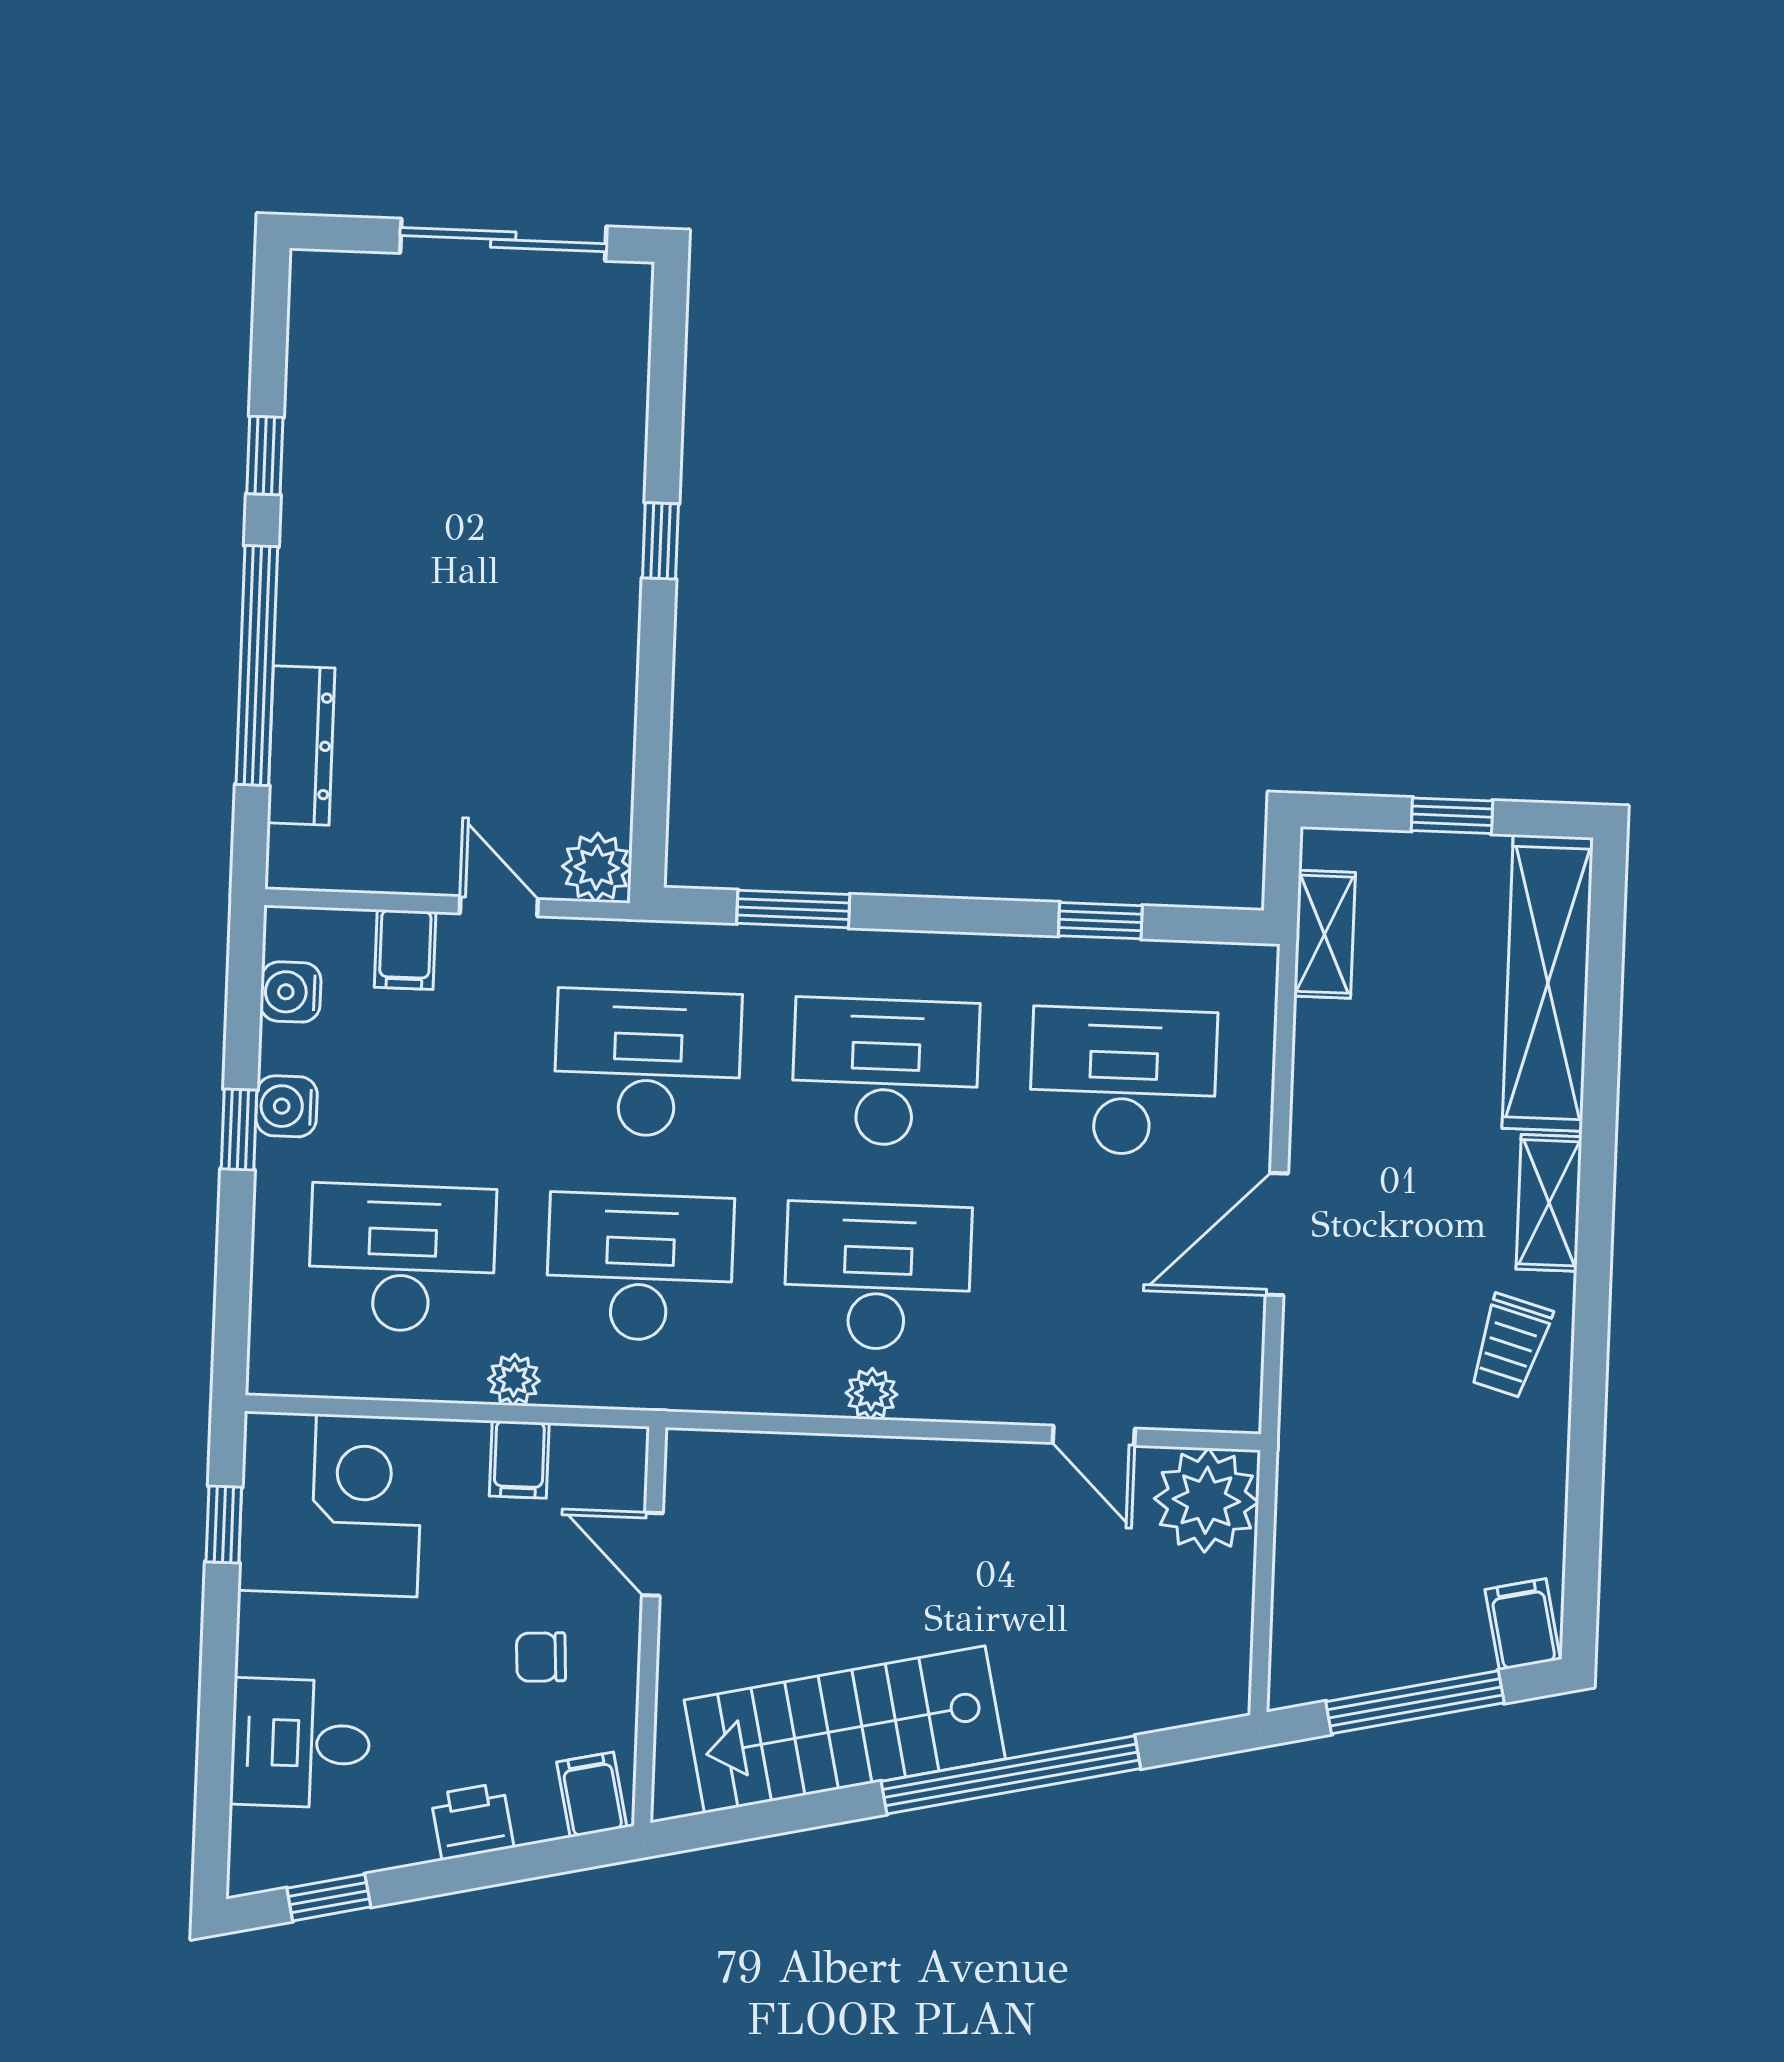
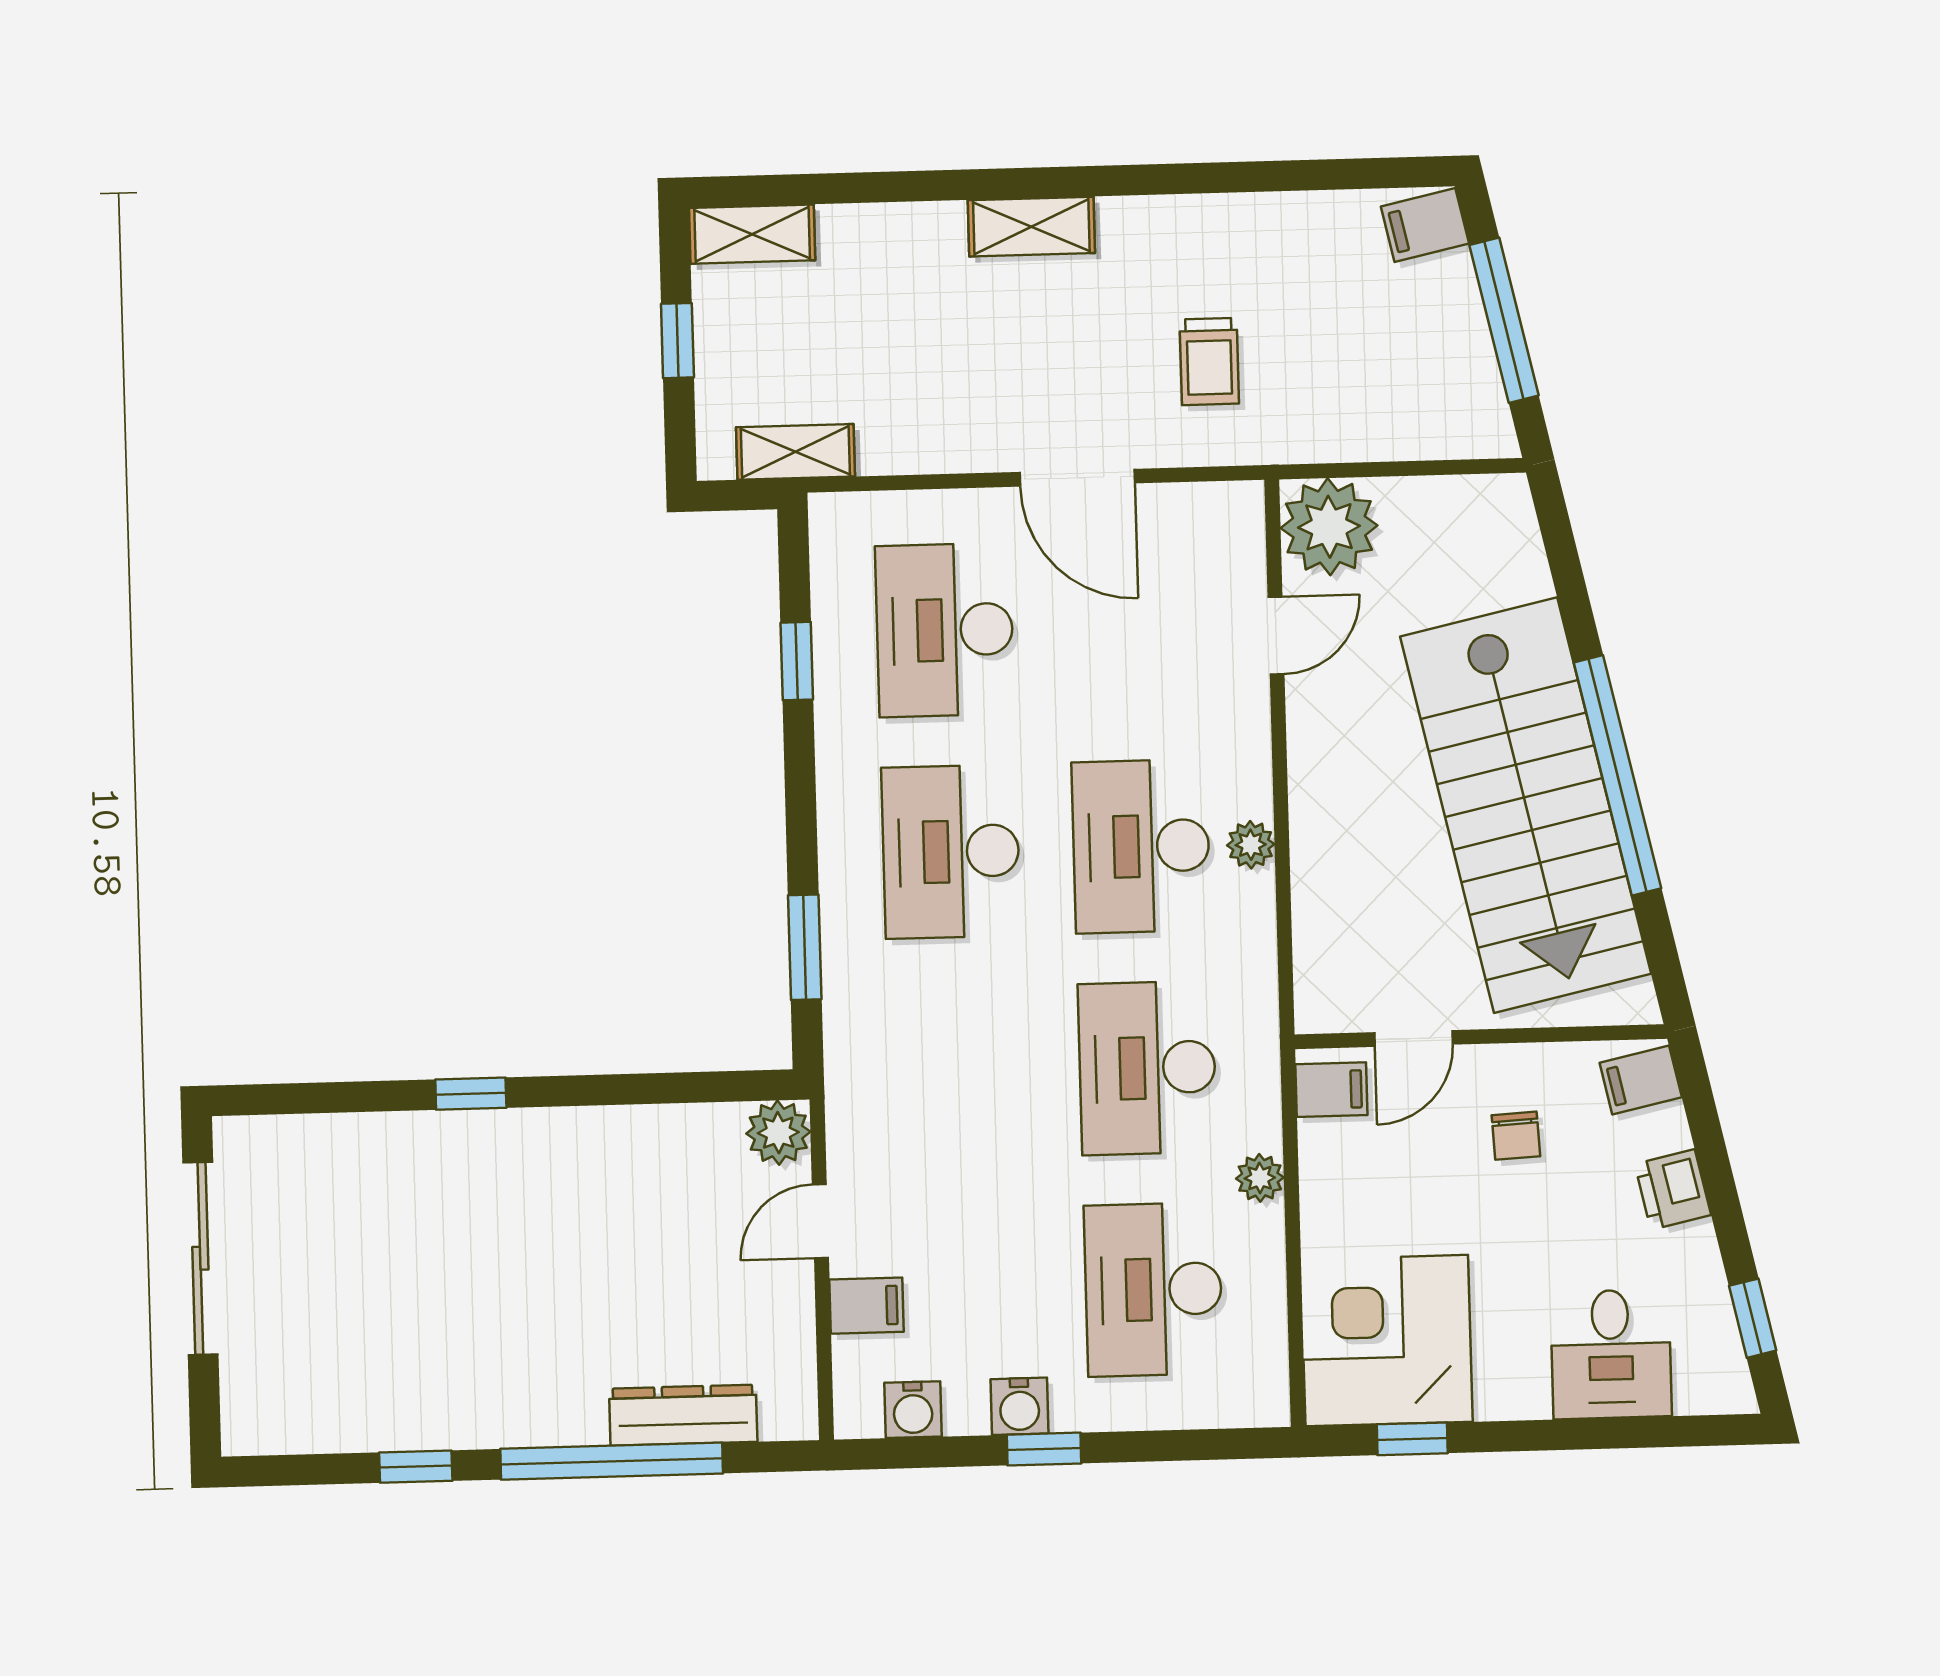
shelving: (1548, 983) -> (752, 234), width x0.45, depth x0.75
desk: (648, 1063) -> (957, 1073), removed
trolley: (1510, 1346) -> (1209, 361), moved, turned 74
filing cabinet: (519, 1459) -> (1331, 1090), moved
stairs: (845, 1730) -> (1526, 805), width x1.36, depth x1.51
window: (1011, 1775) -> (1617, 775), moved

